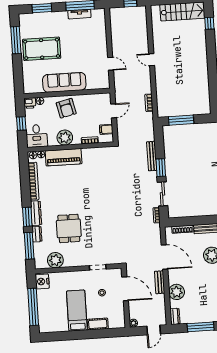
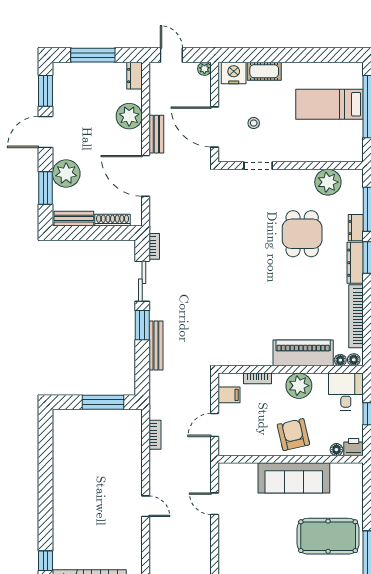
nightstand: (42, 281) -> (234, 73), moved, turned -90
bed: (77, 311) -> (329, 104), moved, turned 90
door: (154, 330) -> (171, 55), hinge flipped

